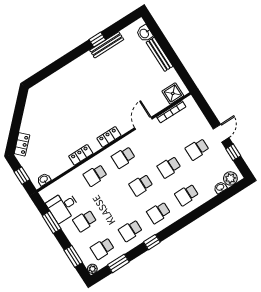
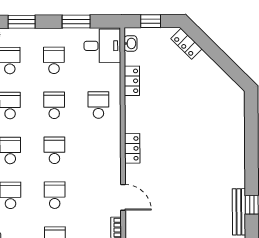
locker: (81, 155) -> (132, 81), moved
school desk: (123, 157) -> (54, 105), moved
desk: (63, 207) -> (102, 46), moved, turned 90

